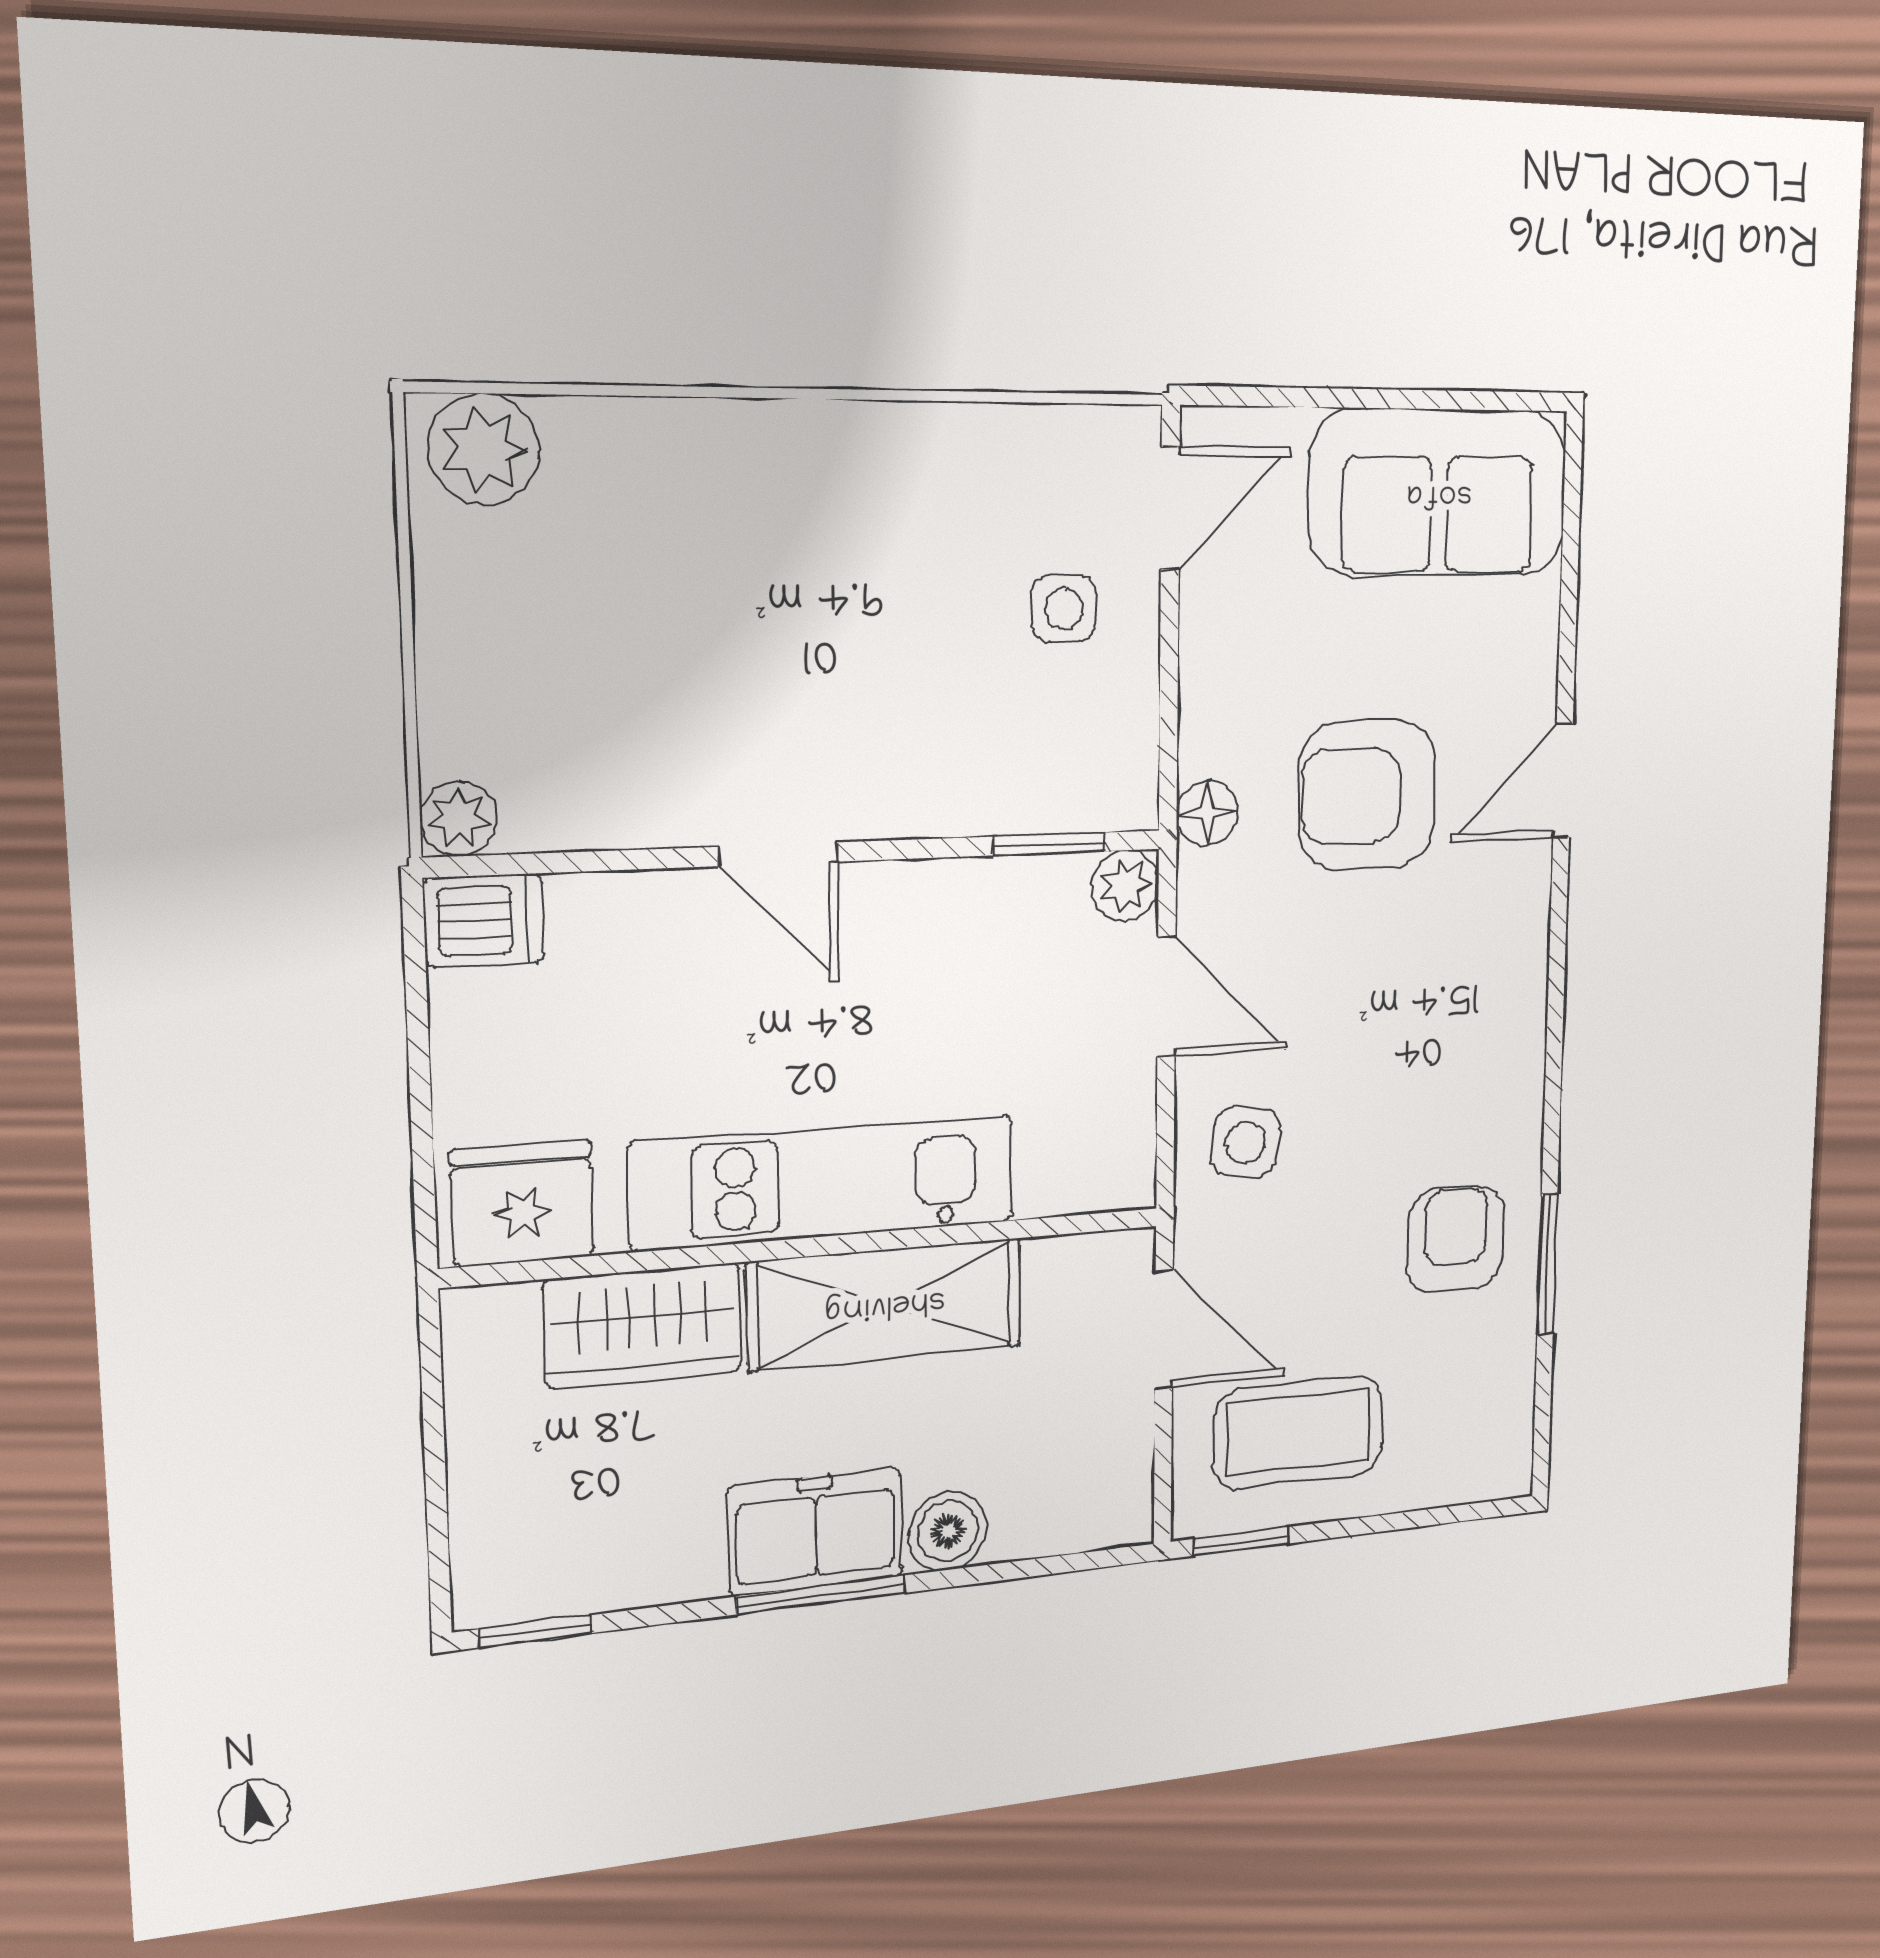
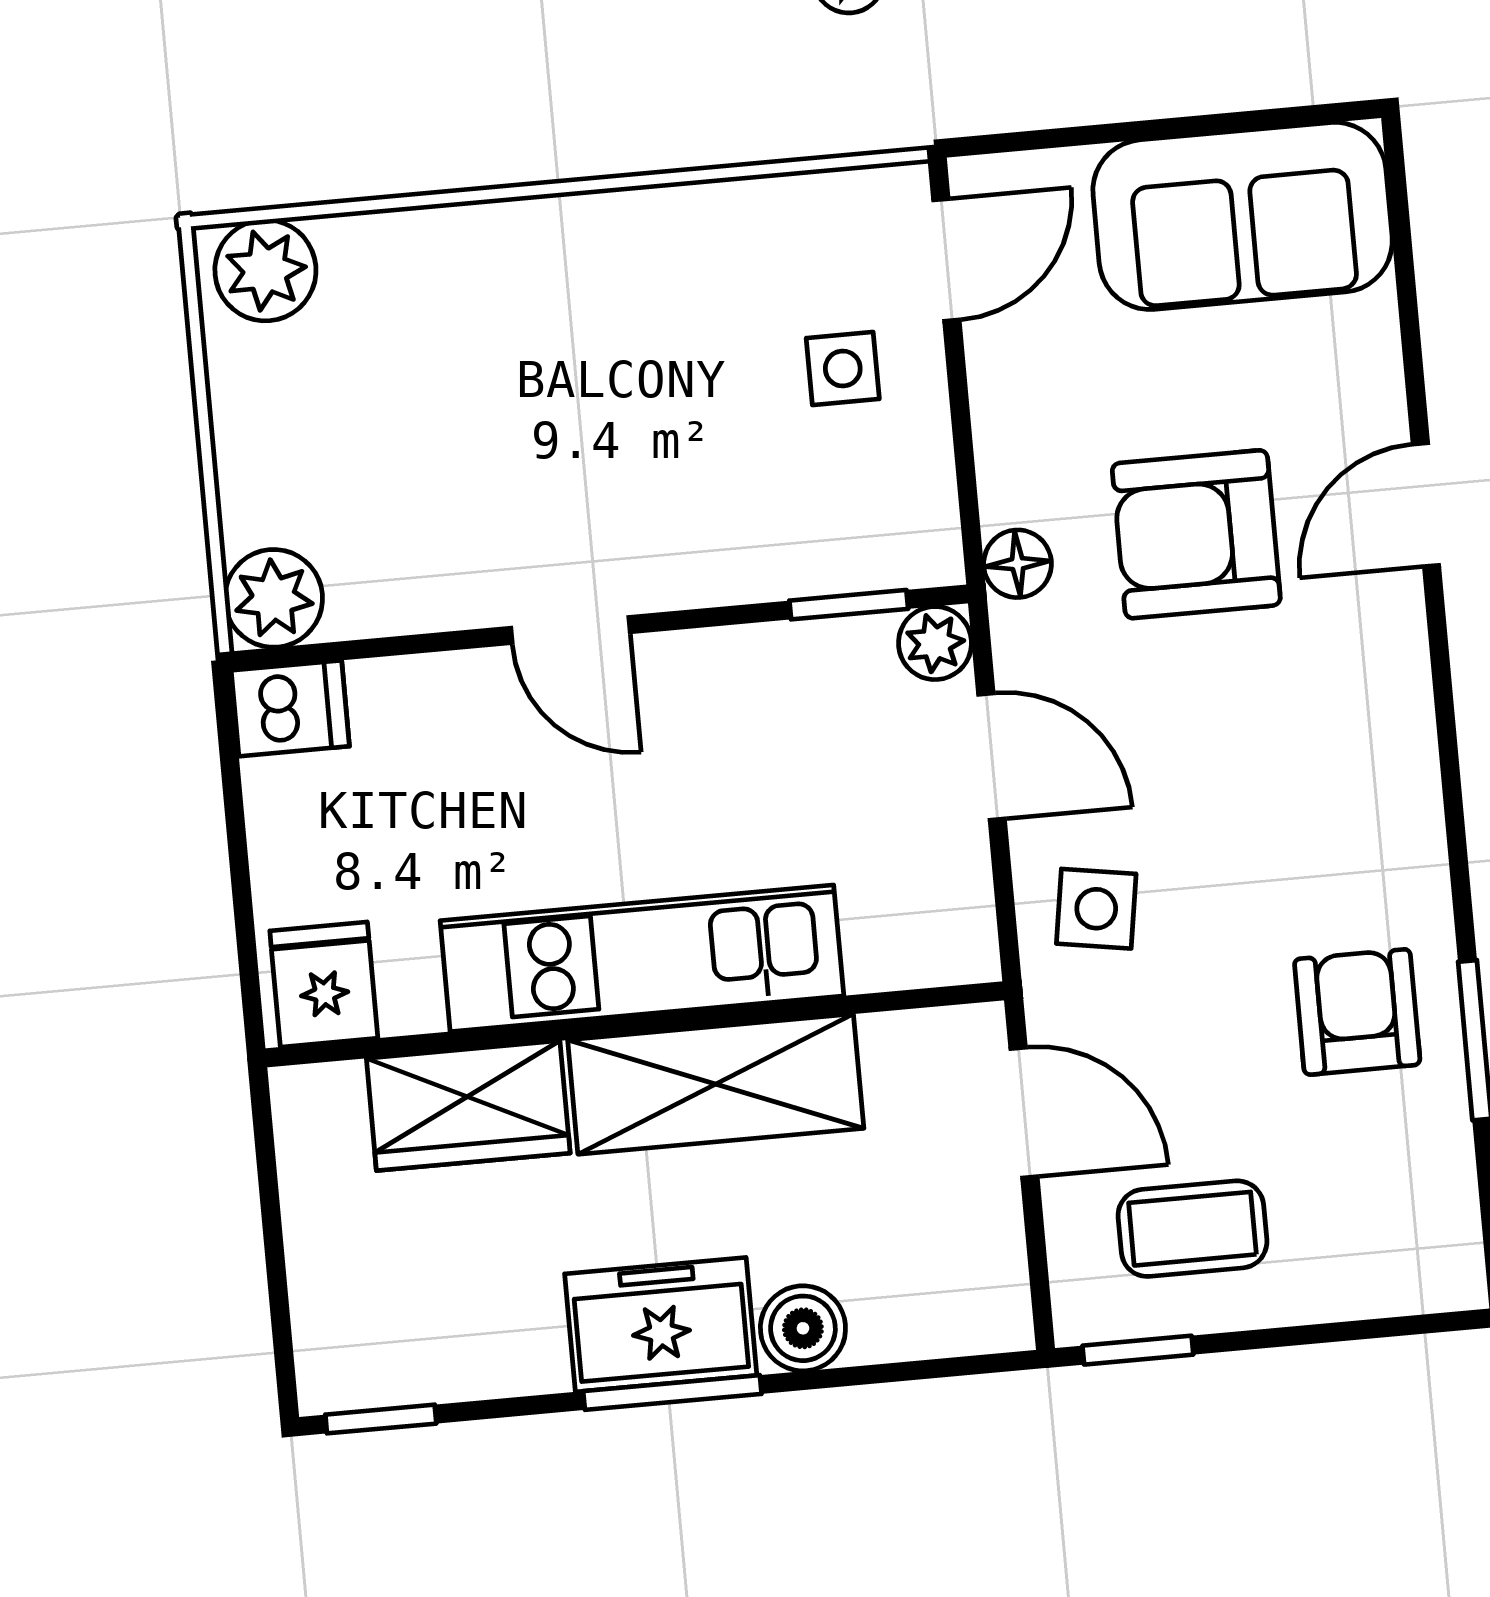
plant: (459, 819) -> (274, 598), width x1.38, depth x1.38
fridge: (522, 1203) -> (324, 984), width x0.72
coffee table: (1298, 1432) -> (1192, 1229), width x0.73, depth x0.77

